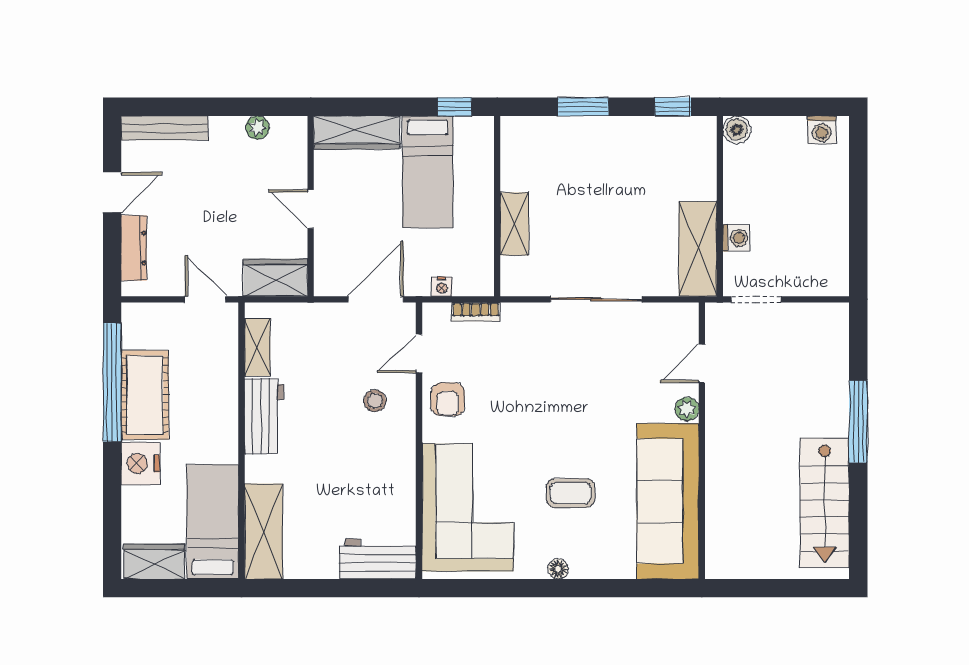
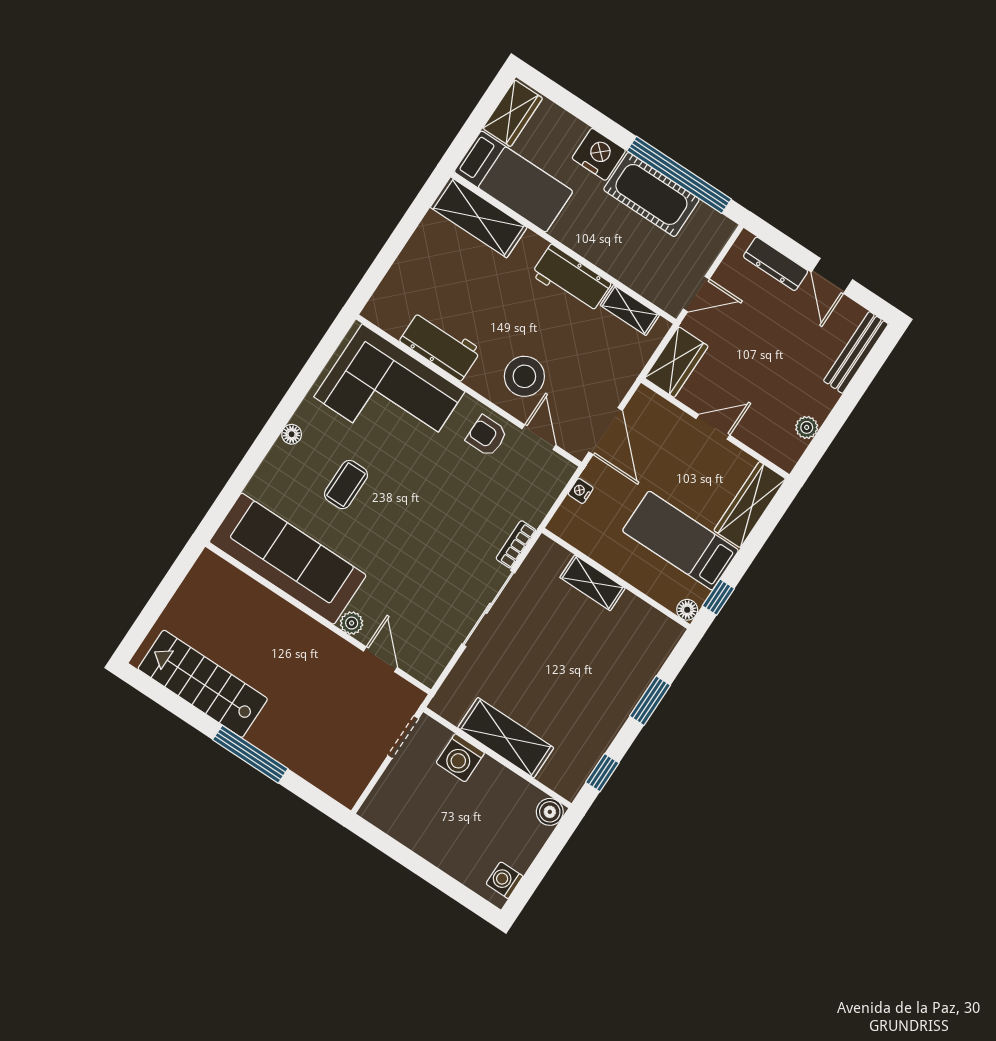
floor lamp: (483, 127) -> (687, 610), added
washing machine: (736, 238) -> (460, 758), width x1.38, depth x1.38
shelving: (698, 249) -> (506, 738), moved
bookcase: (476, 312) -> (516, 544), moved
stool: (375, 401) -> (524, 376), width x1.89, depth x1.89
workbench: (377, 559) -> (440, 345), moved, turned -90

